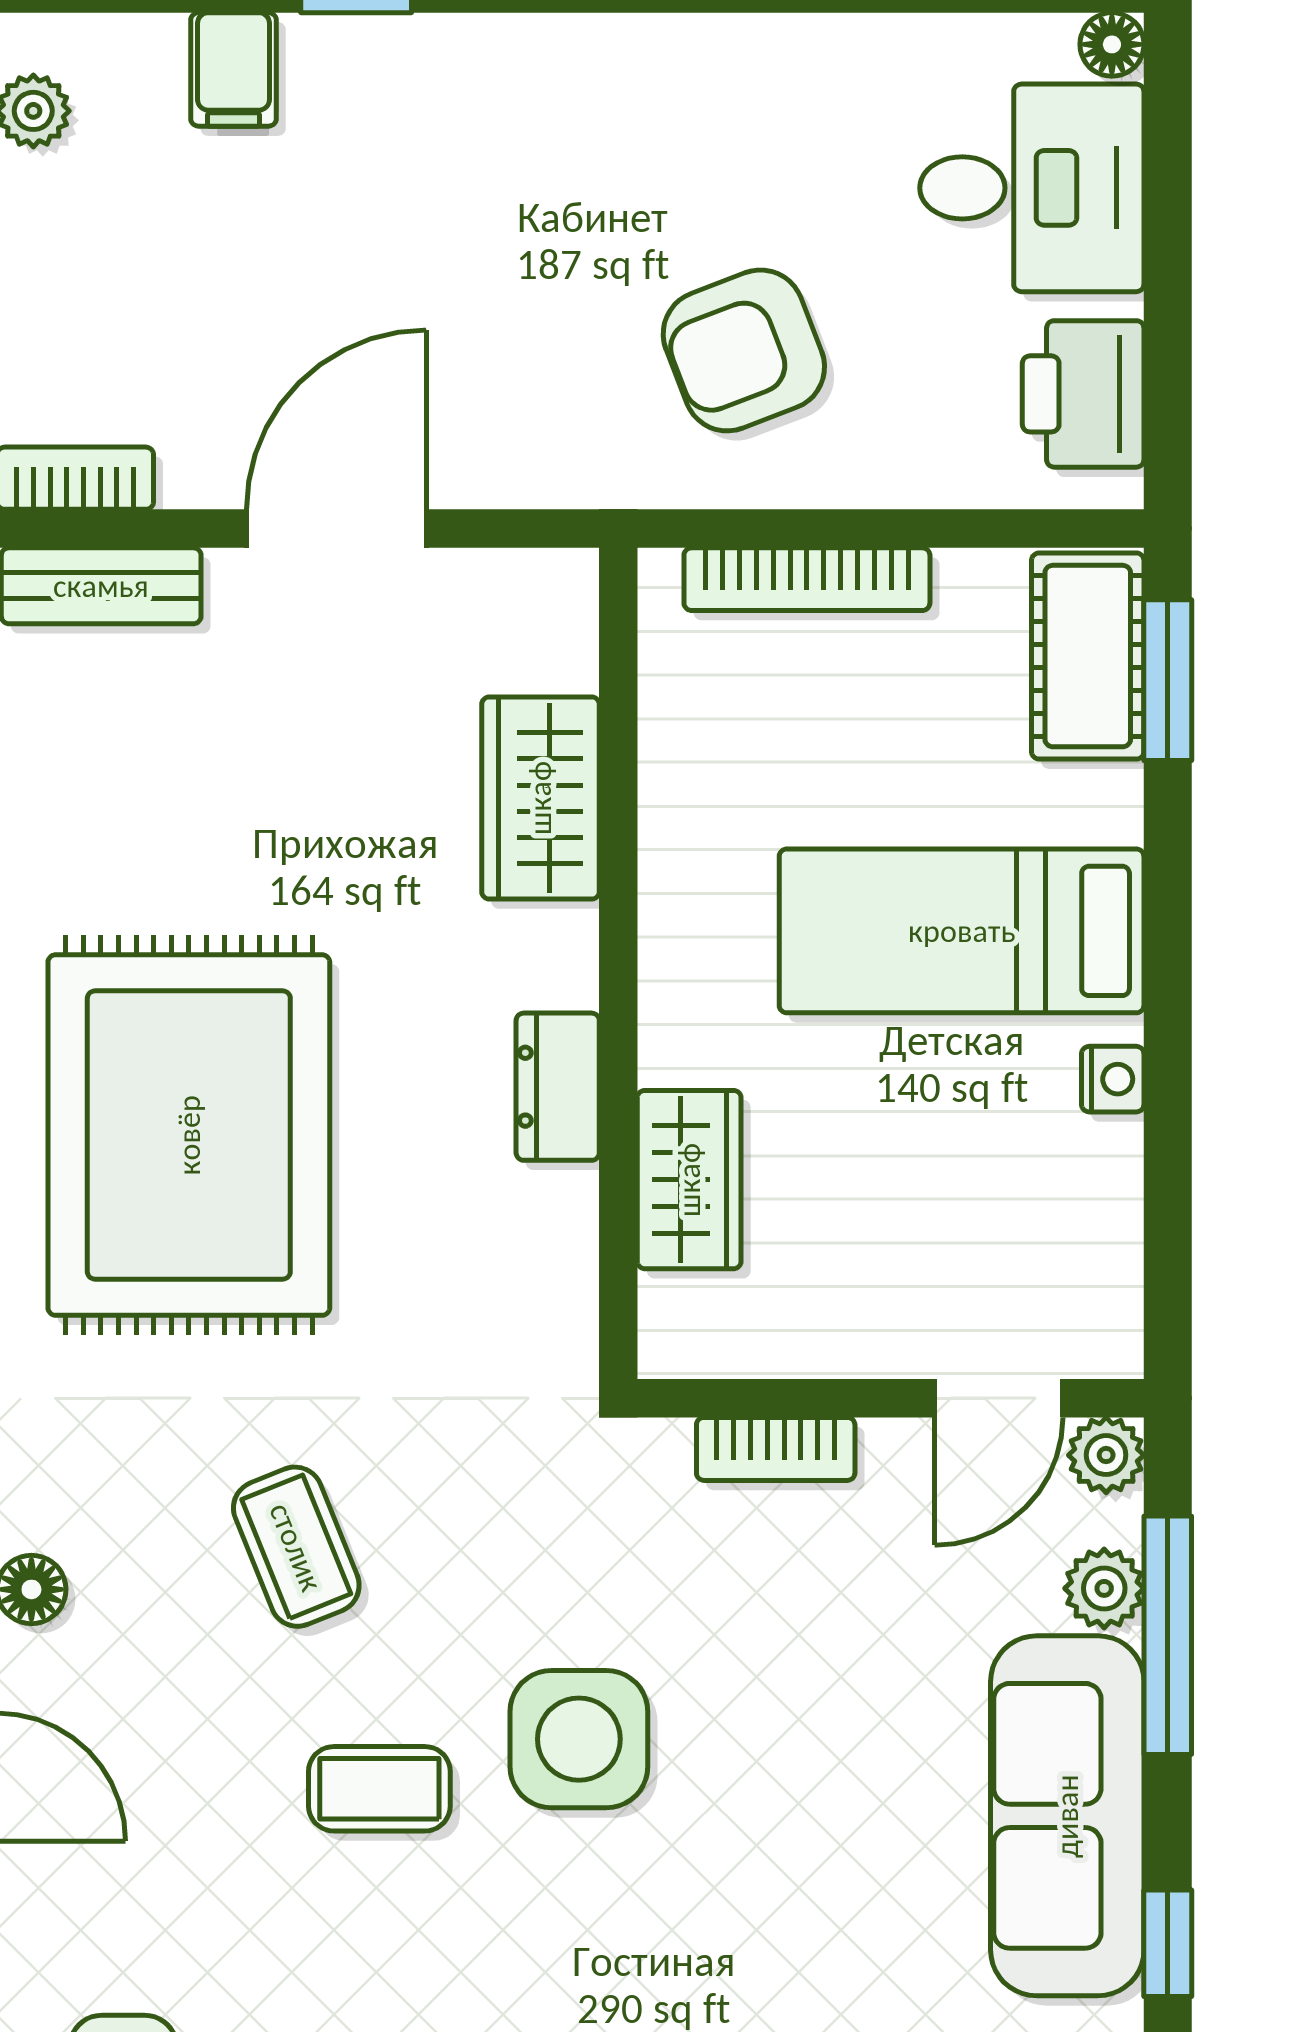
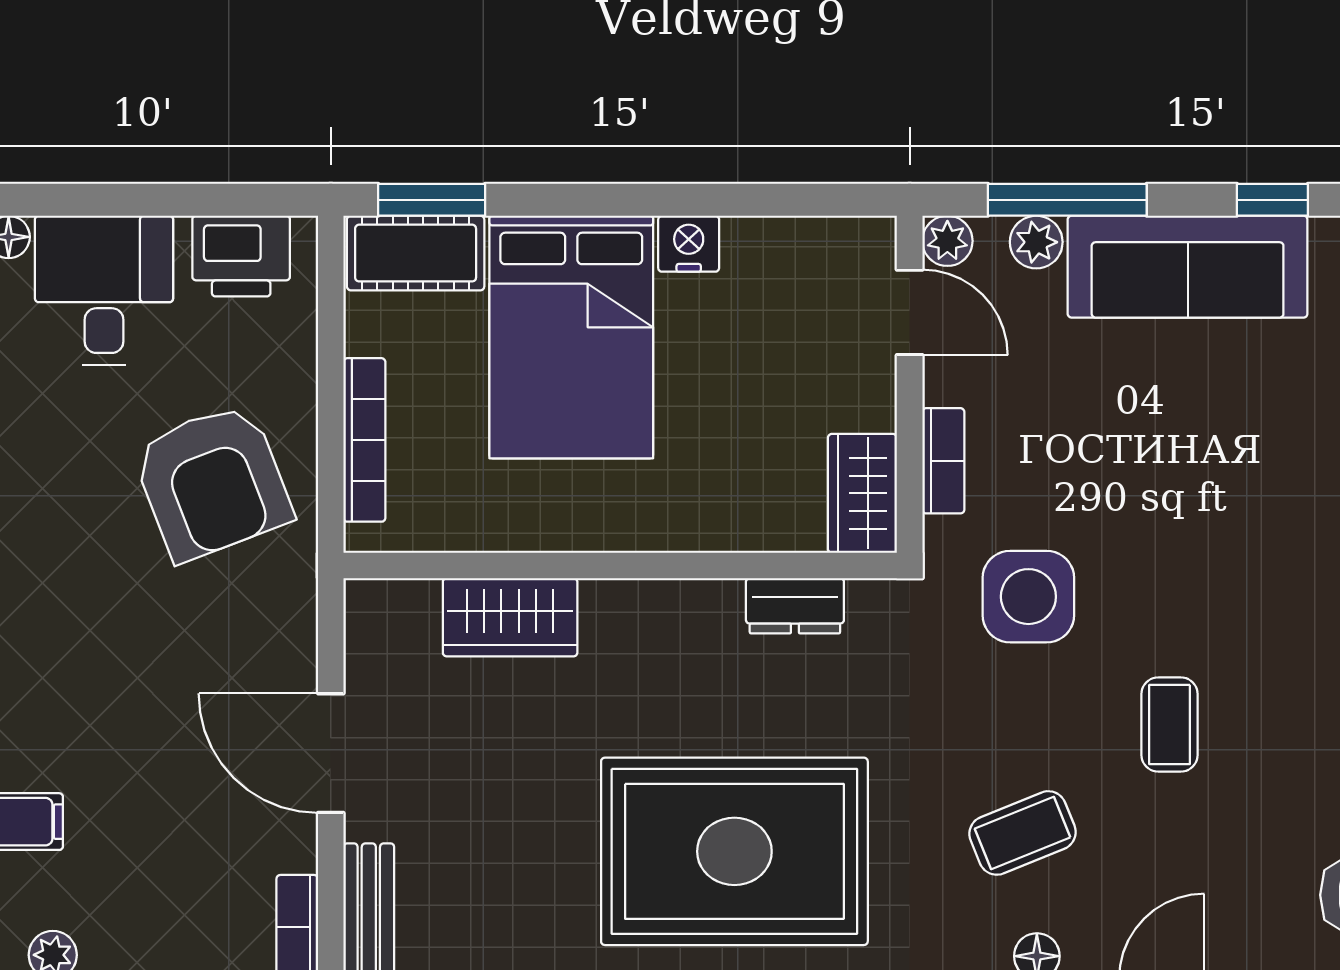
armchair: (744, 350) -> (212, 482), width x1.36, depth x1.36
bed: (962, 931) -> (571, 337), width x1.50
nightstand: (1113, 1079) -> (689, 244), width x1.39, depth x1.35
dresser: (558, 1087) -> (795, 606), moved
wardrobe: (689, 1180) -> (862, 493), moved, turned -90
coffee table: (296, 1547) -> (1023, 833), moved
side table: (579, 1739) -> (1028, 597), moved

